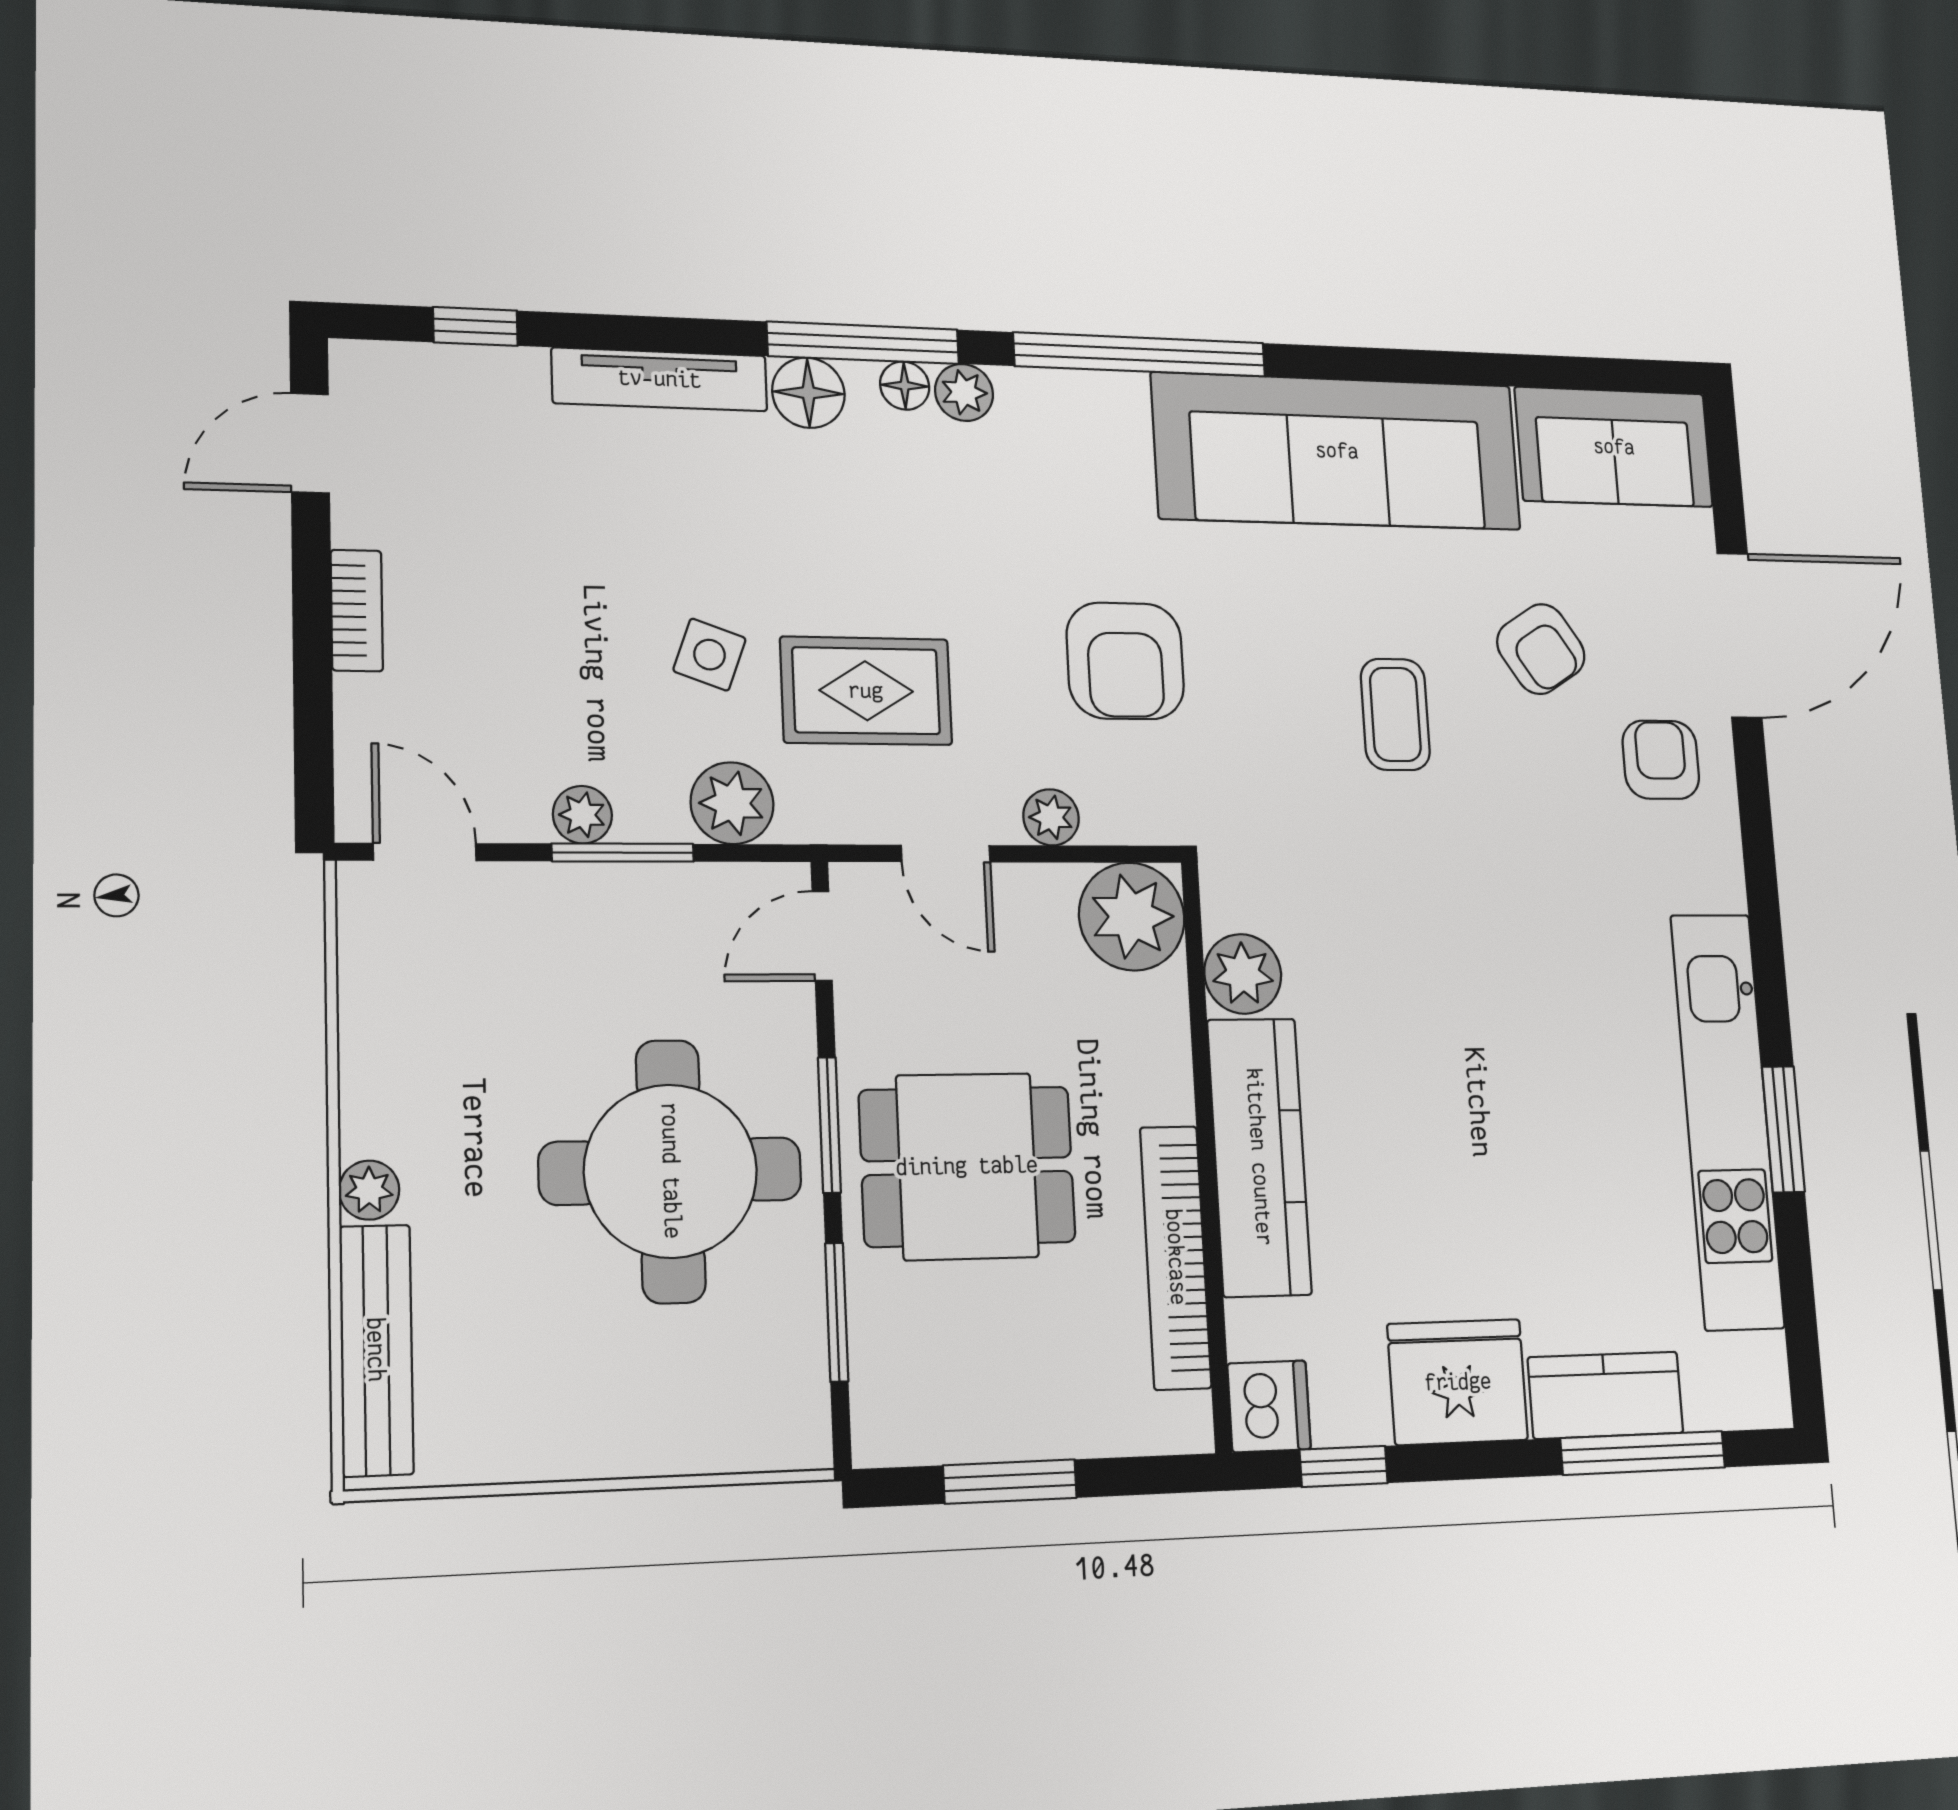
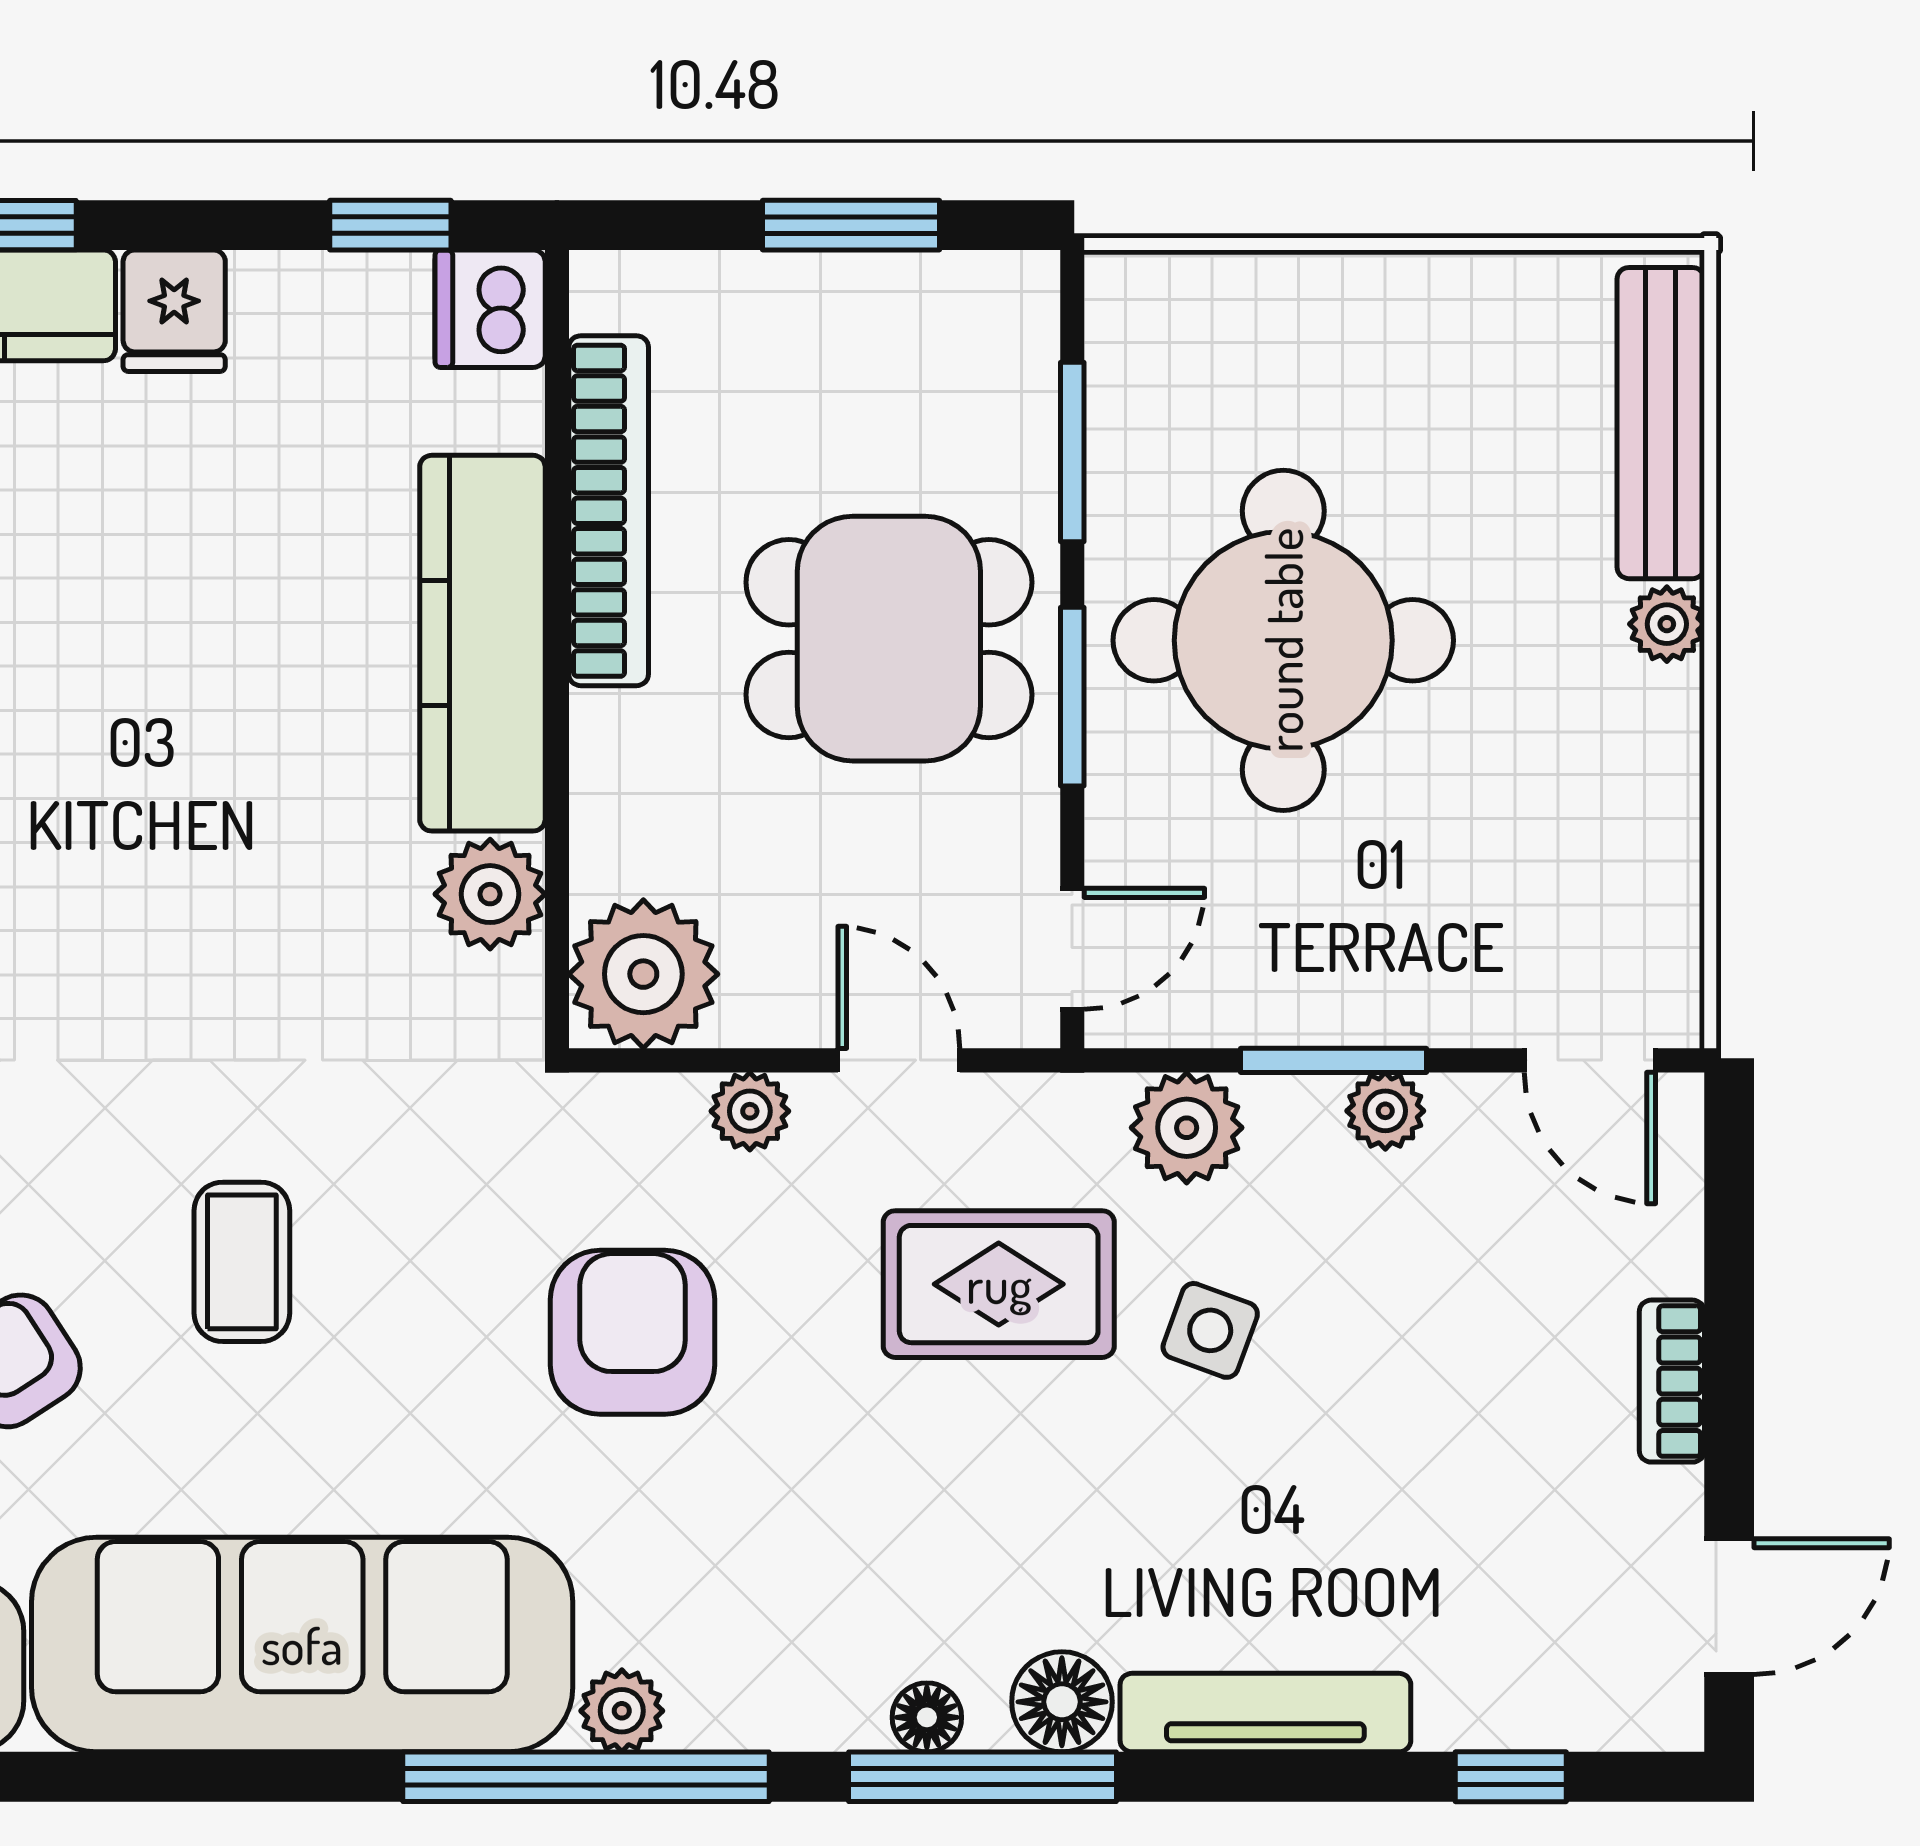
plant: (964, 392) -> (622, 1711), moved
fridge: (1458, 1382) -> (174, 311), width x0.53, depth x0.75

